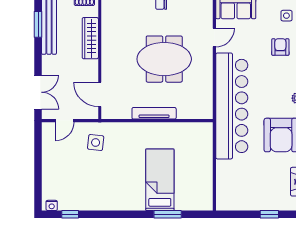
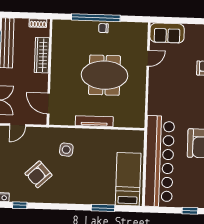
bar counter: (232, 106) -> (159, 161), moved
side table: (96, 142) -> (66, 150), moved
armchair: (91, 178) -> (38, 174), added
bed: (160, 180) -> (128, 179), moved

